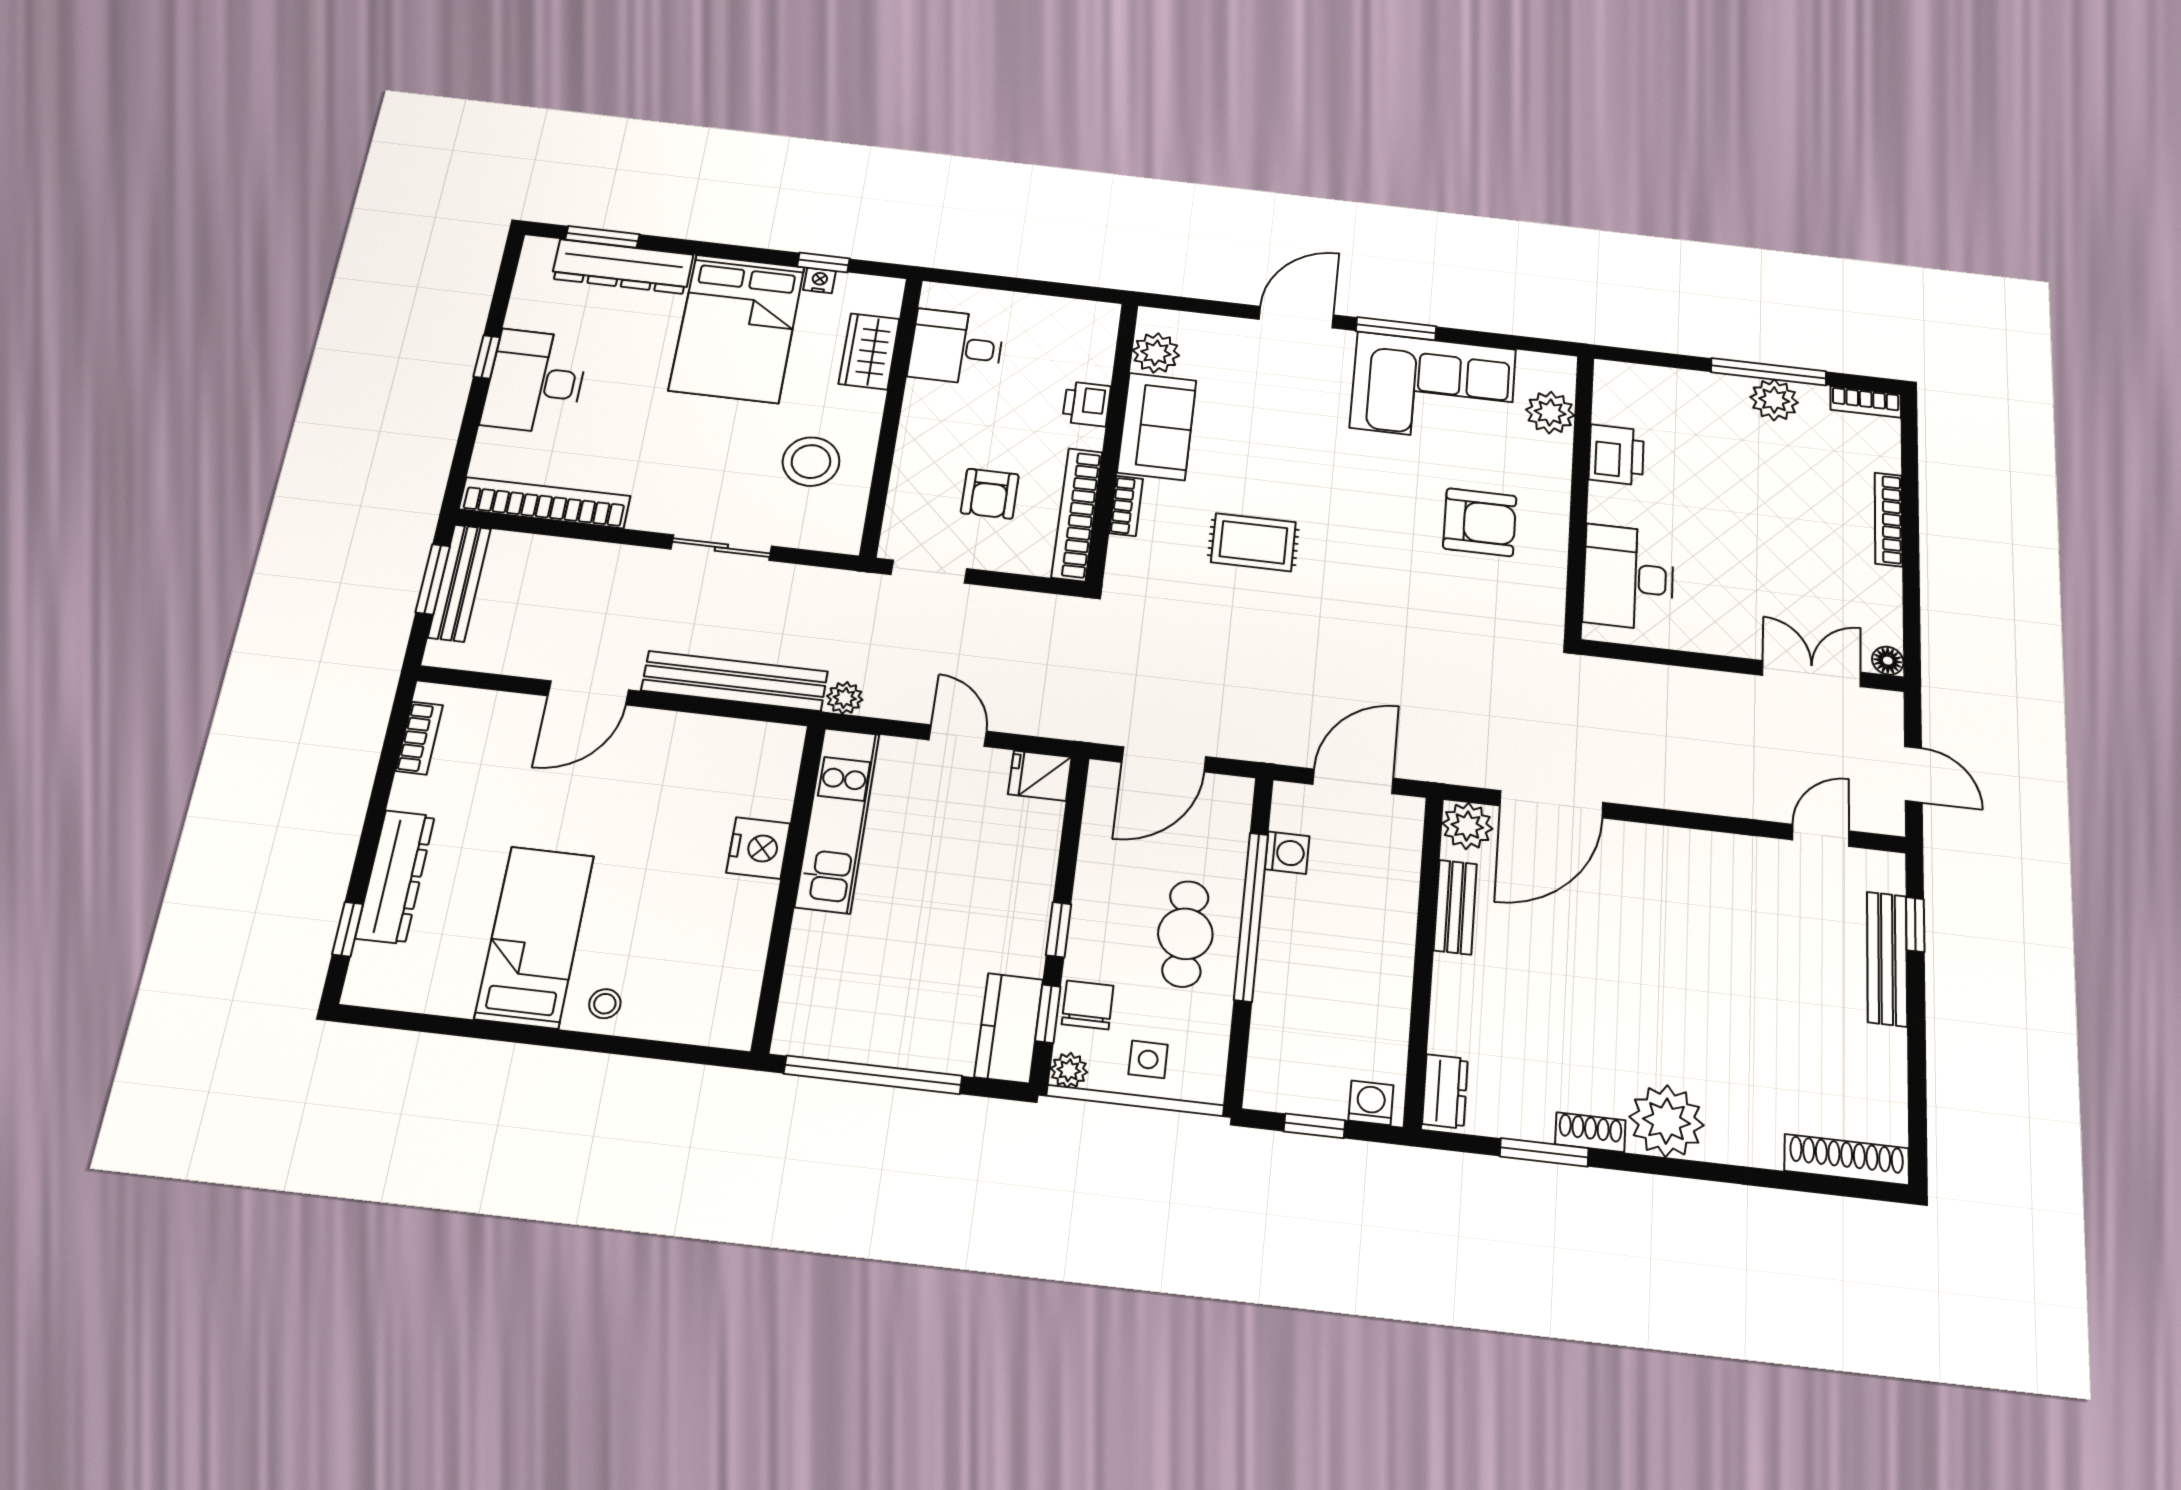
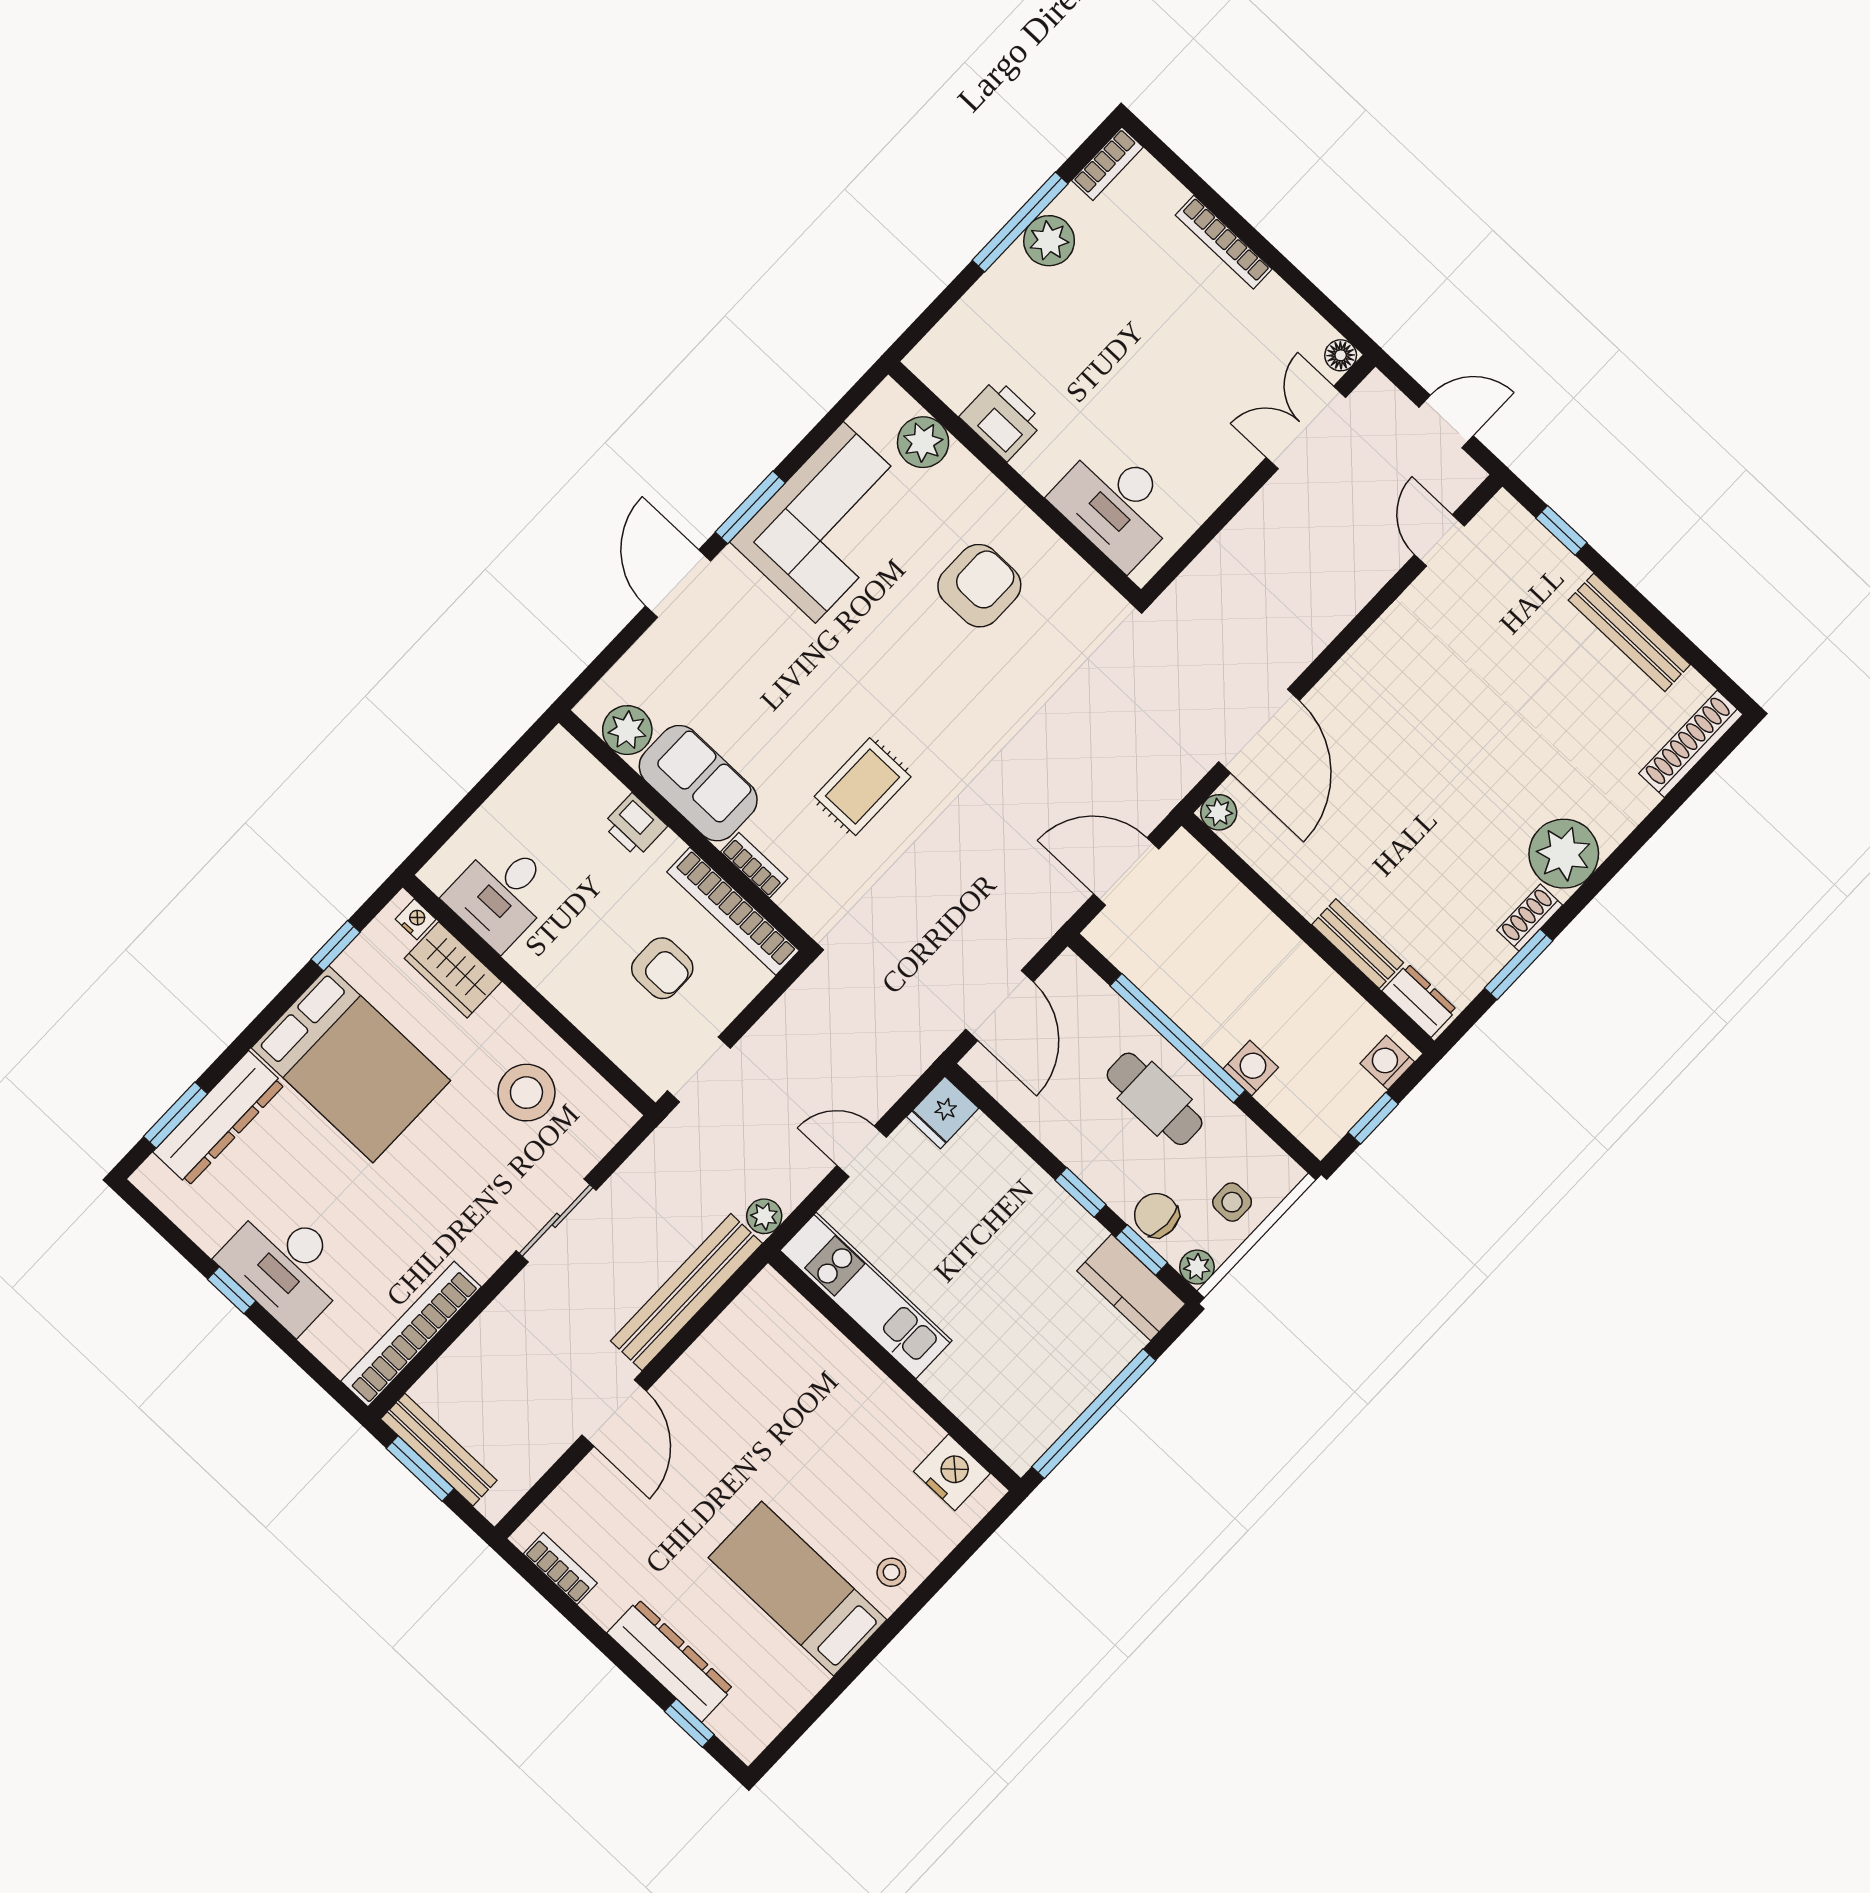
nightstand: (820, 281) -> (416, 919), moved, turned 90
door: (1353, 781) -> (1126, 871), hinge flipped
plant: (1467, 826) -> (1219, 812), width x0.73, depth x0.73
nightstand: (758, 848) -> (952, 1472), moved
washing machine: (1287, 853) -> (1251, 1068), moved
bench: (1455, 907) -> (1358, 944), moved
bench: (1887, 959) -> (1629, 632), moved

